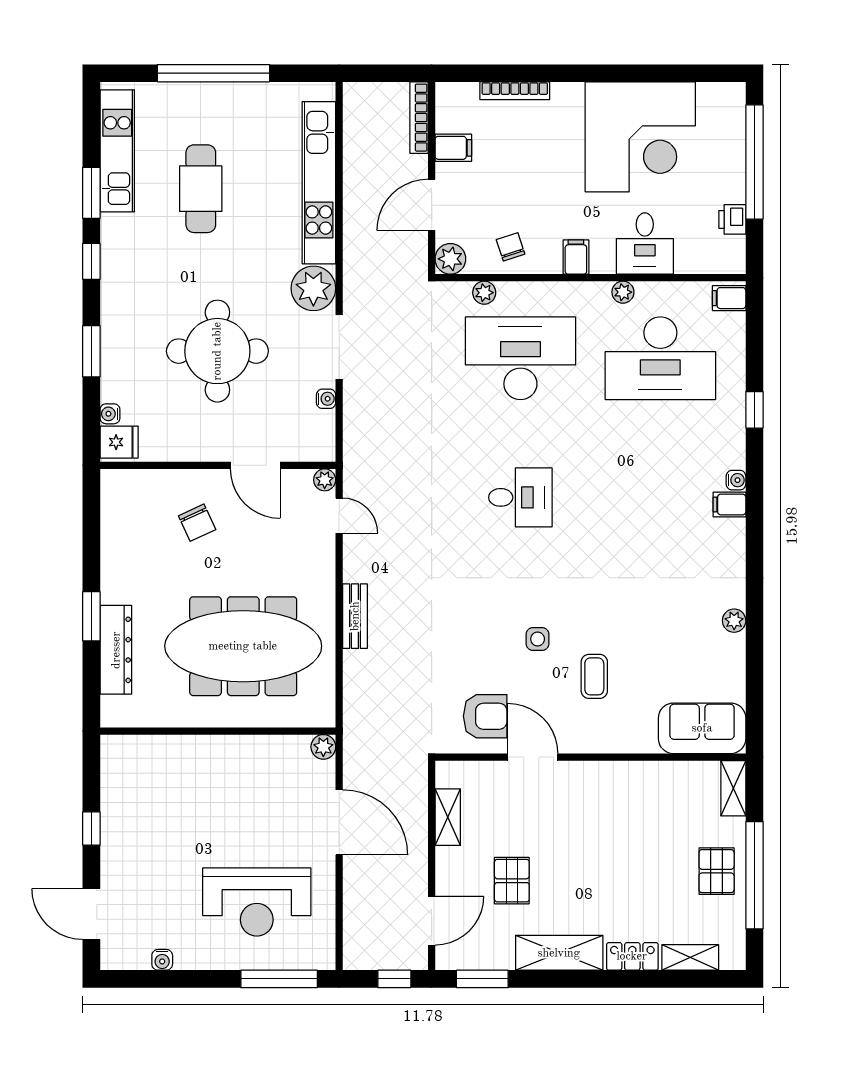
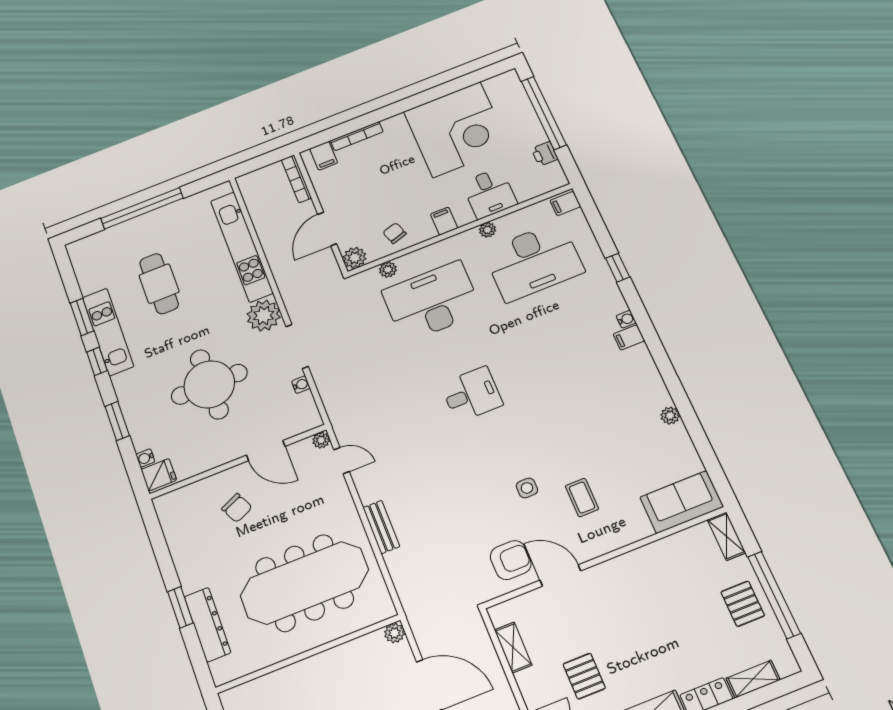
filing cabinet: (453, 148) -> (324, 156), moved, turned 90
kitchen unit: (117, 151) -> (108, 332), moved

